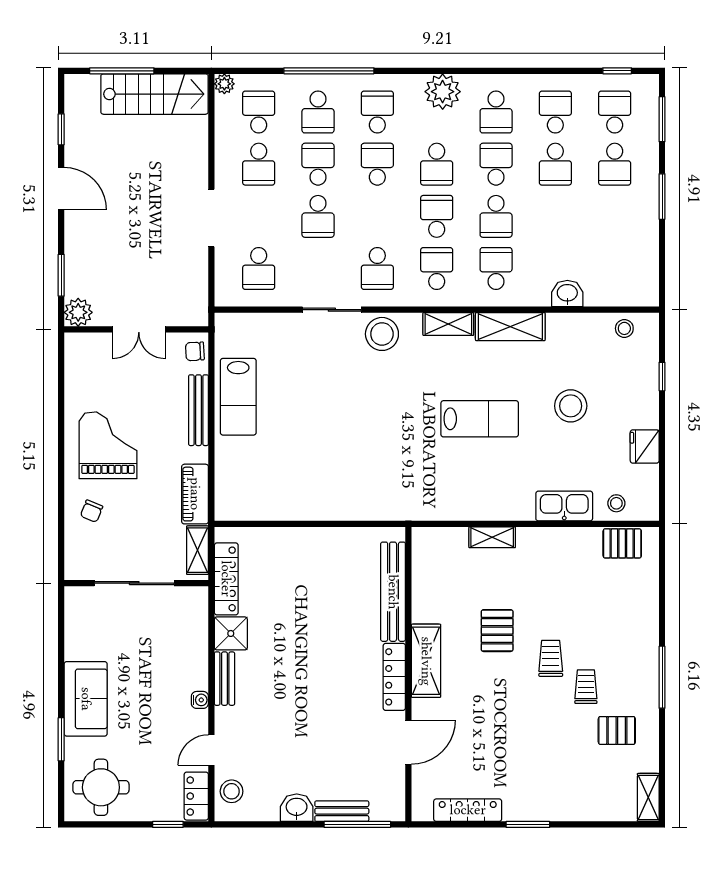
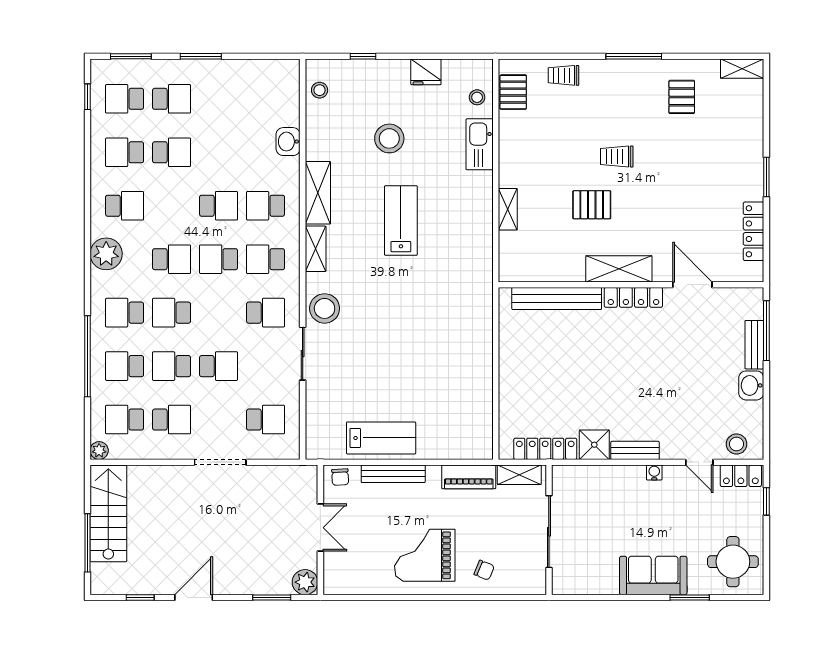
school desk: (318, 112) -> (125, 366), turned 180
school desk: (496, 164) -> (172, 206), removed
trolley: (586, 687) -> (564, 75), moved

